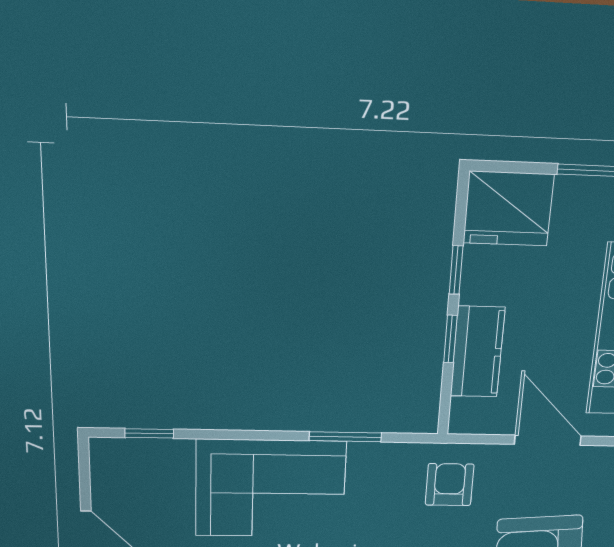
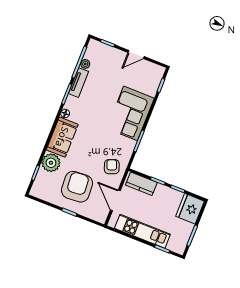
kitchen counter: (477, 352) -> (141, 184), moved
door: (548, 440) -> (115, 200), swing flipped
armchair: (450, 485) -> (112, 167), turned -111

